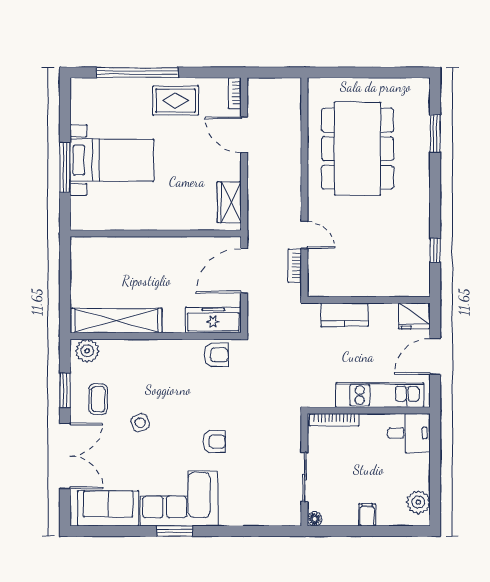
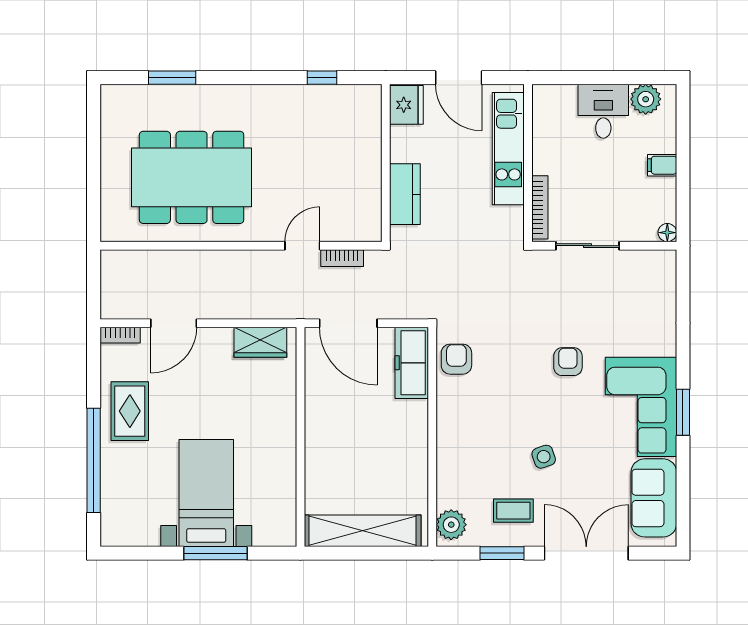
shelving: (116, 321) -> (363, 531), moved, turned 90
desk: (409, 433) -> (603, 111), moved
sliding door: (304, 477) -> (587, 246), moved

